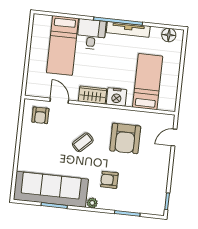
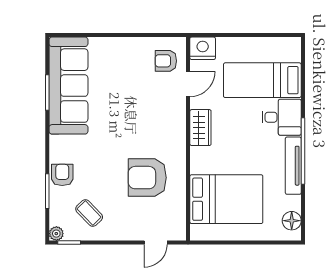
bed: (148, 82) -> (226, 199), width x1.50
nightstand: (116, 97) -> (203, 48), moved, turned 90
door: (174, 137) -> (156, 243), swing flipped
coffee table: (83, 142) -> (89, 213), moved
armchair: (109, 180) -> (62, 175), moved
plant: (92, 203) -> (56, 234), moved

